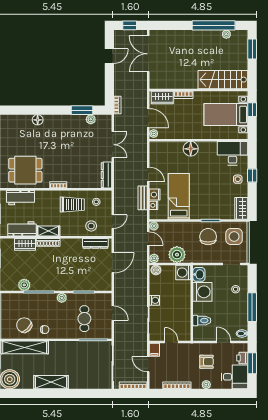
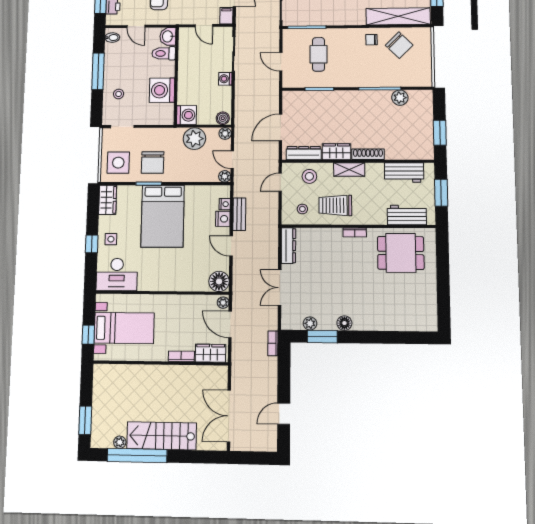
window: (130, 25) -> (255, 458), removed
double door: (148, 54) -> (229, 416), swing flipped
stairs: (223, 80) -> (162, 436), moved, turned 180
floor lamp: (38, 120) -> (344, 323), moved
floor lamp: (191, 149) -> (219, 281), moved
bed: (179, 196) -> (163, 216), moved, width x1.50
shelving: (48, 231) -> (349, 170), moved
wardrobe: (25, 244) -> (336, 152), moved
washbasin: (199, 274) -> (168, 36), moved
plant: (62, 298) -> (349, 81), removed

